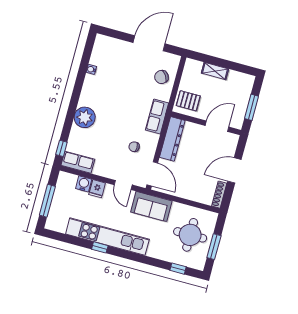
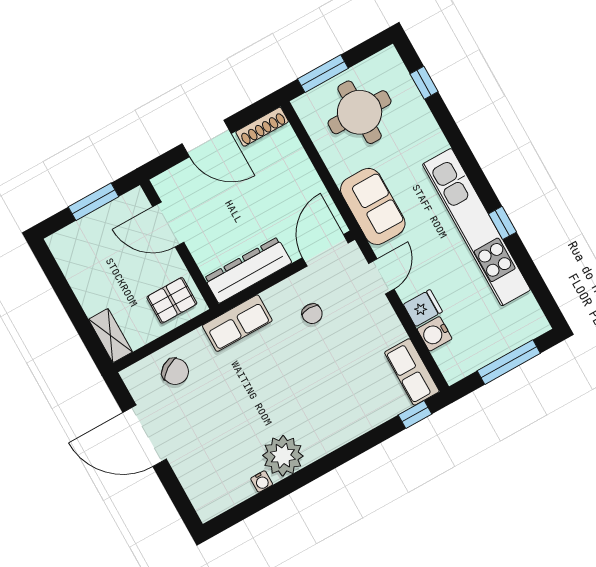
shelving: (215, 71) -> (110, 336), moved
pallet: (188, 101) -> (172, 300), turned 90
plant: (85, 117) -> (283, 456), moved
window: (214, 247) -> (323, 74), moved

